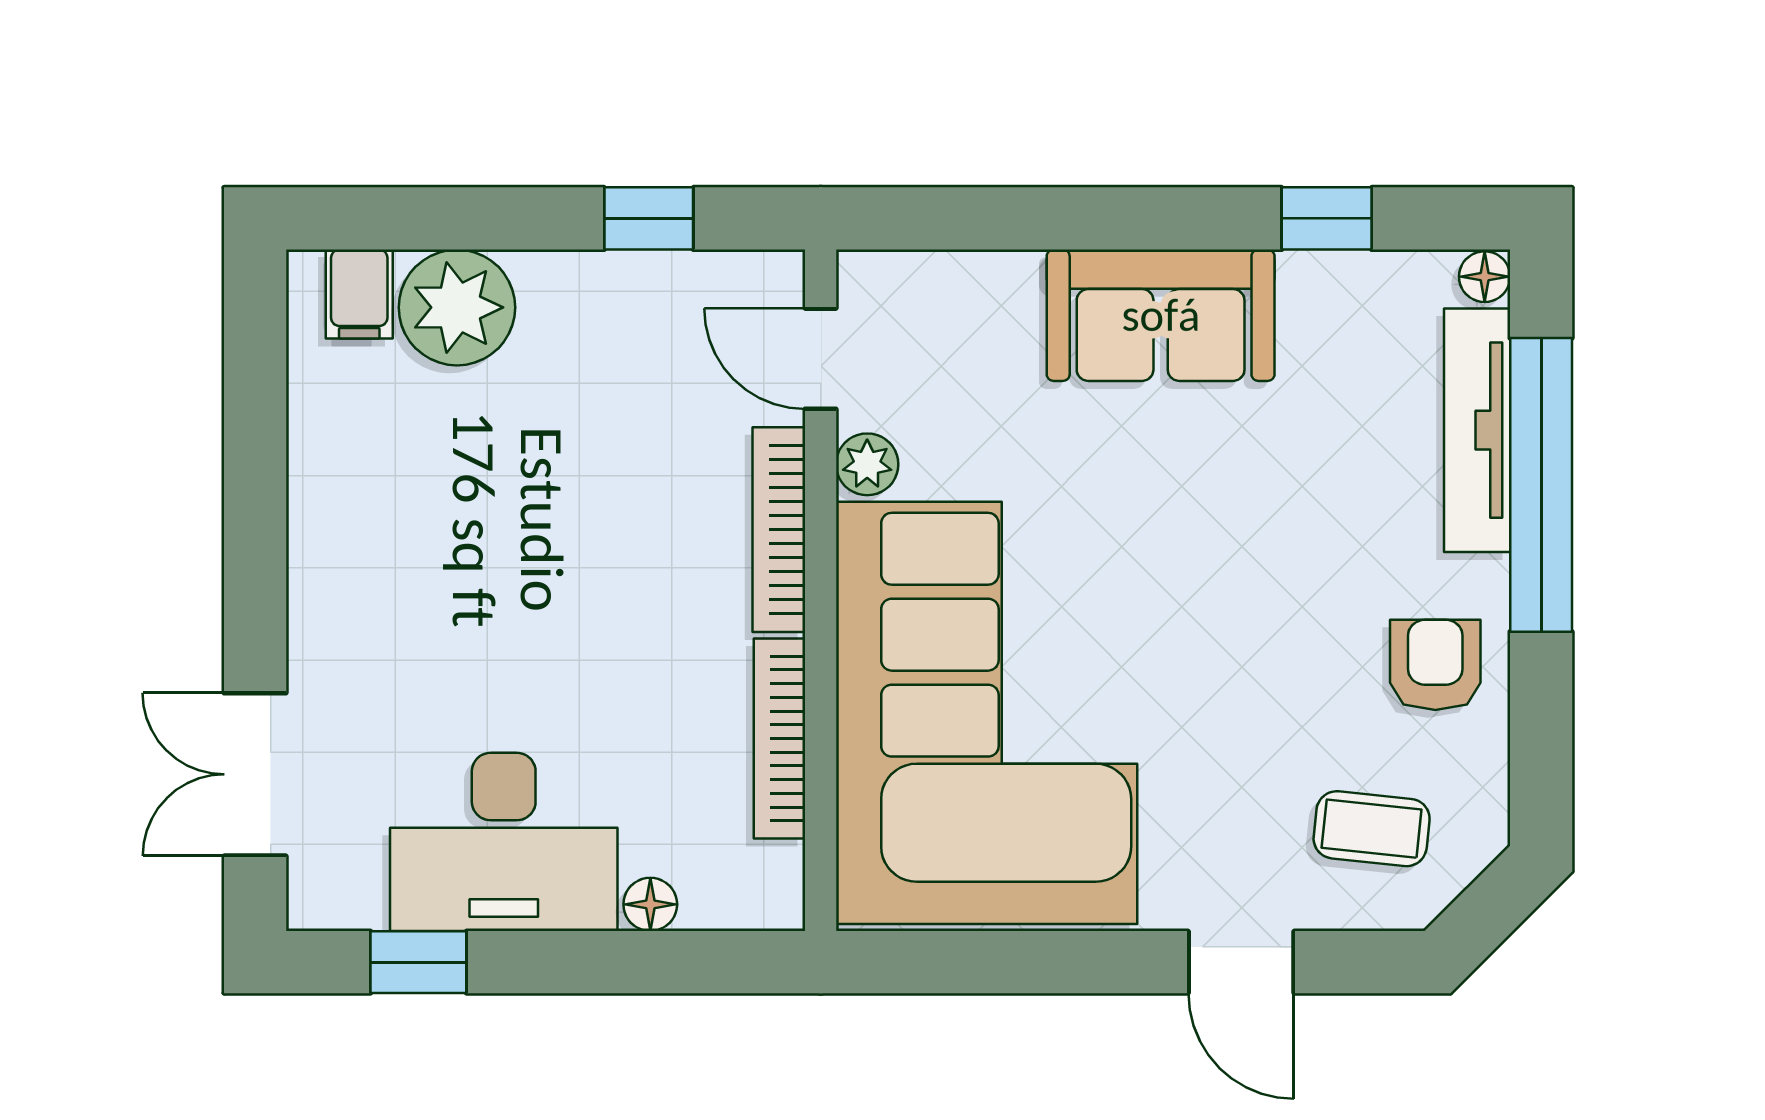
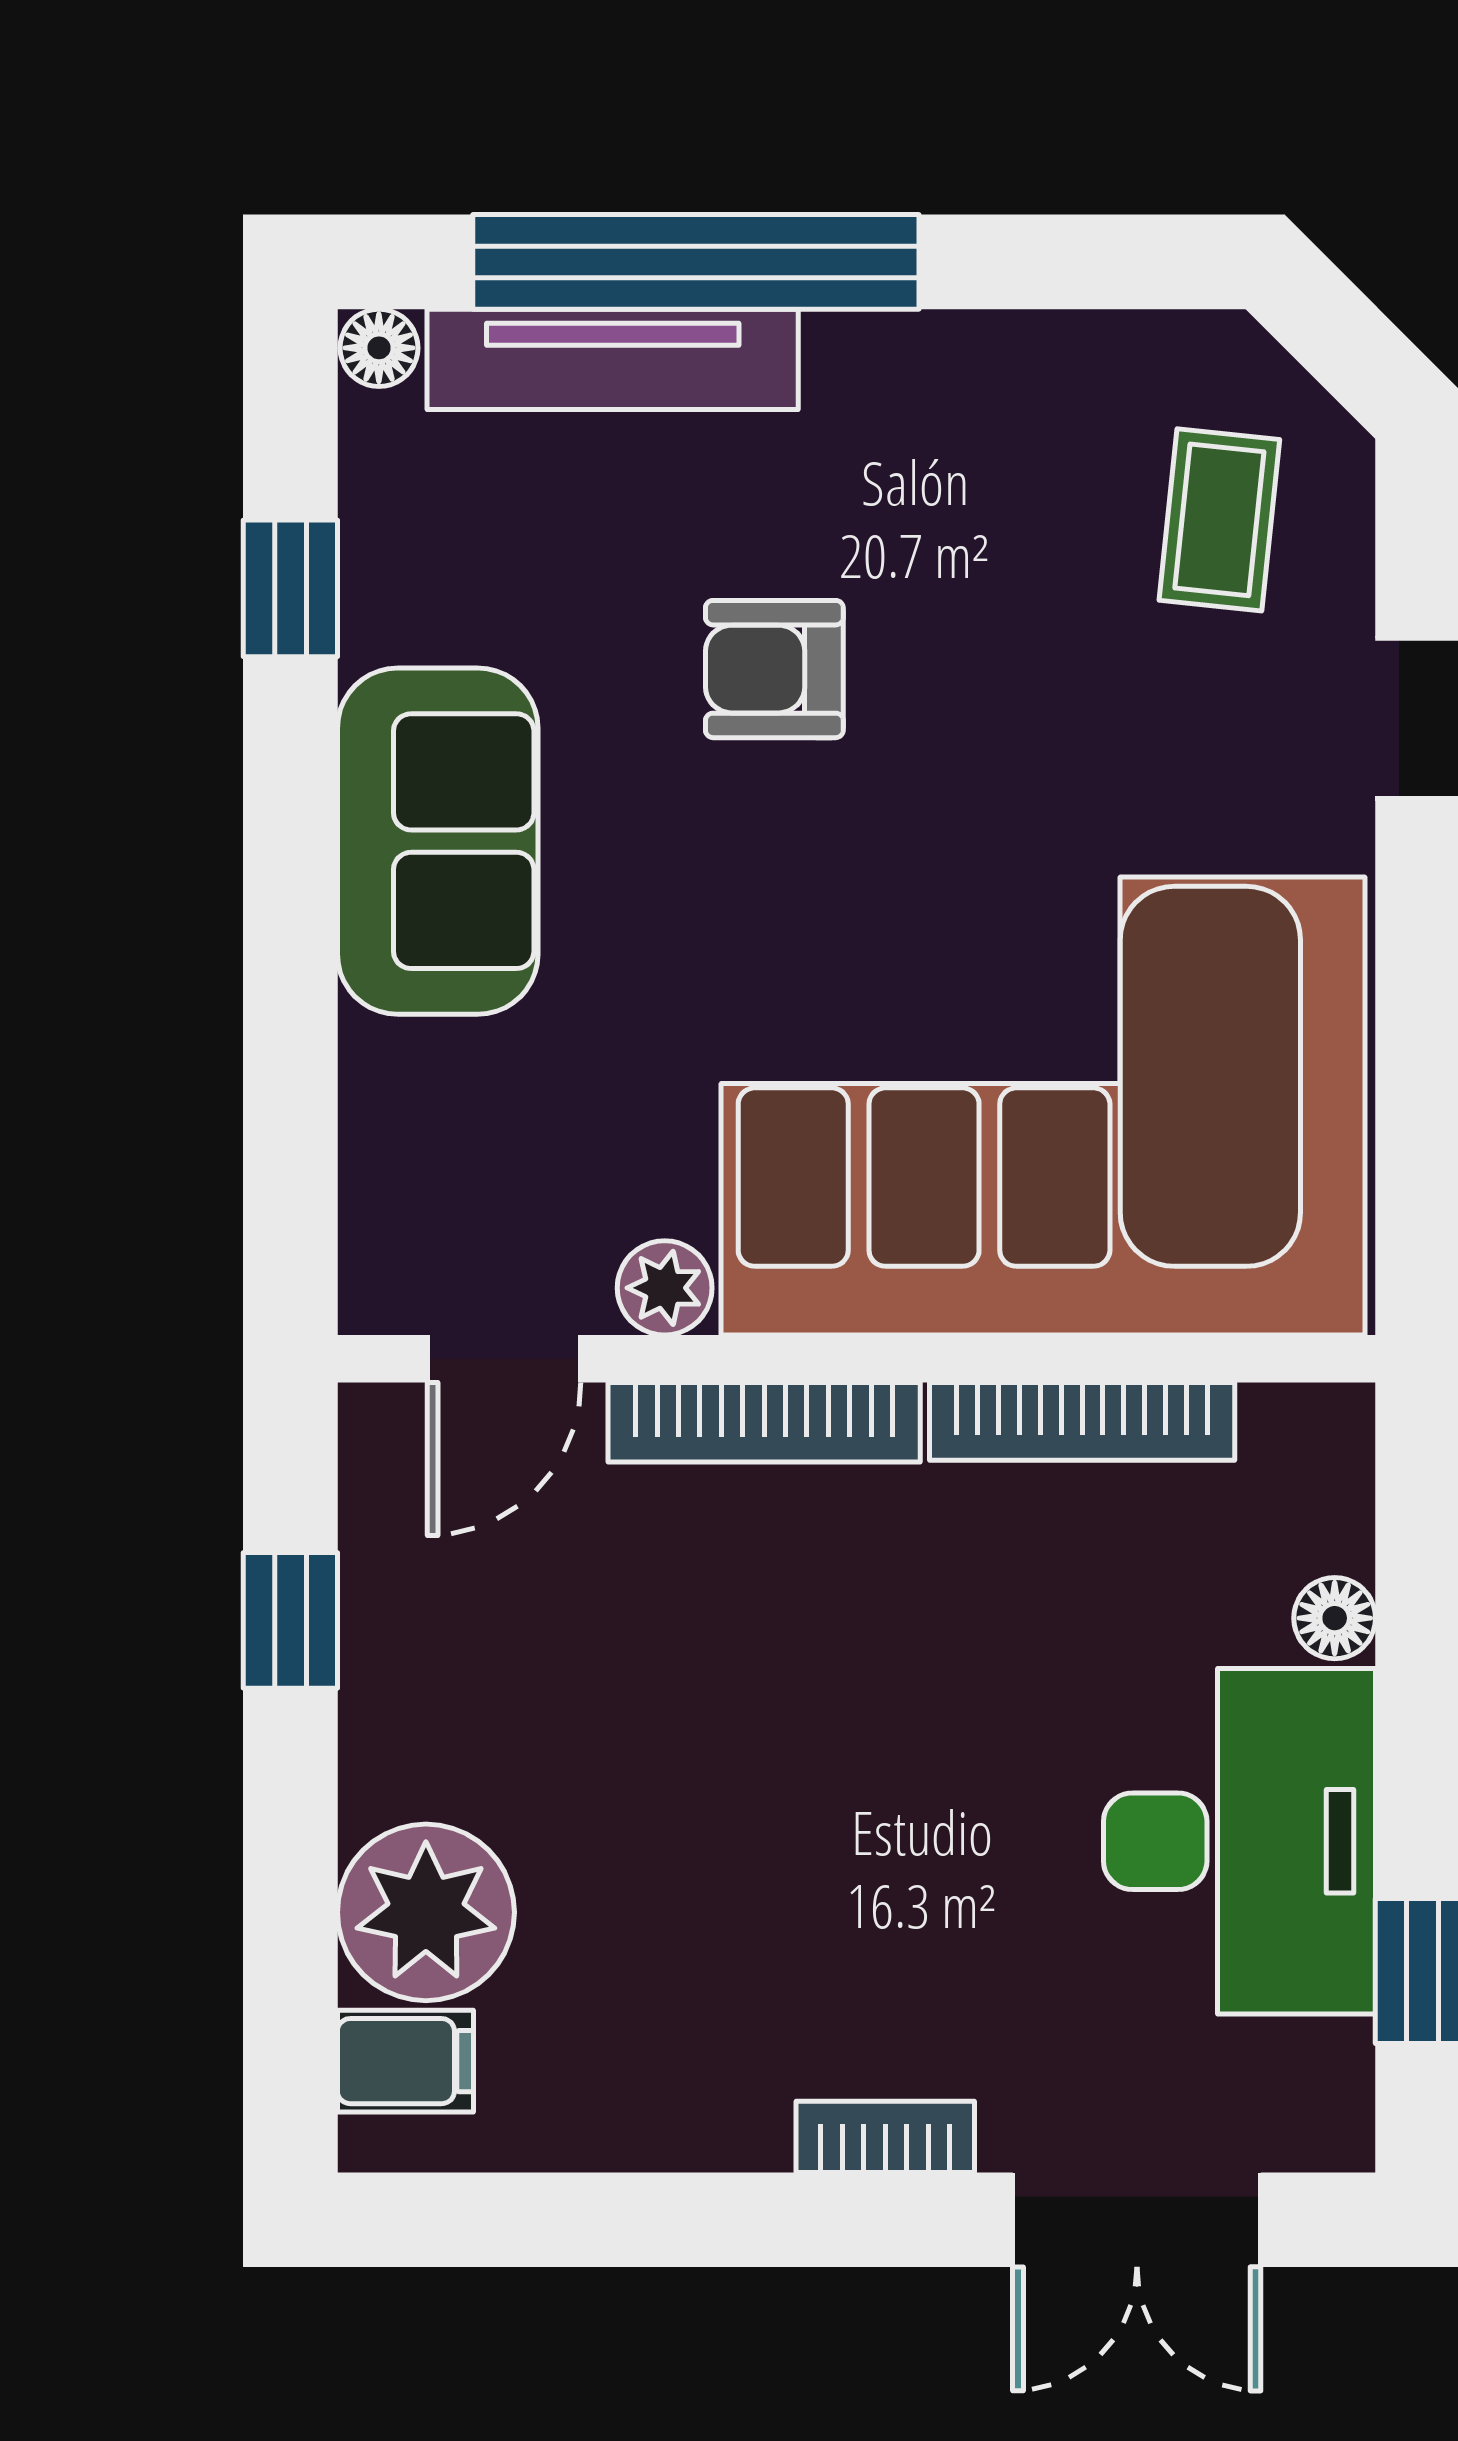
bookcase: (310, 609) -> (885, 2137), added
armchair: (1435, 665) -> (774, 669), moved

